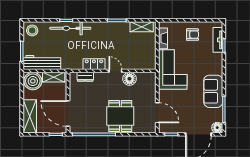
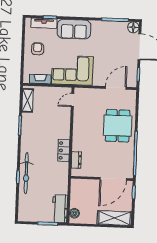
stool: (32, 30) -> (27, 212), removed
workbench: (42, 62) -> (60, 209), width x0.73
door: (115, 71) -> (73, 100), moved
shelving: (54, 77) -> (75, 192), removed
floor lamp: (129, 79) -> (80, 115), removed
boiler: (33, 81) -> (74, 213), width x0.54, depth x0.54
sofa: (213, 91) -> (74, 29), moved
dining table: (120, 116) -> (118, 126), turned 90

